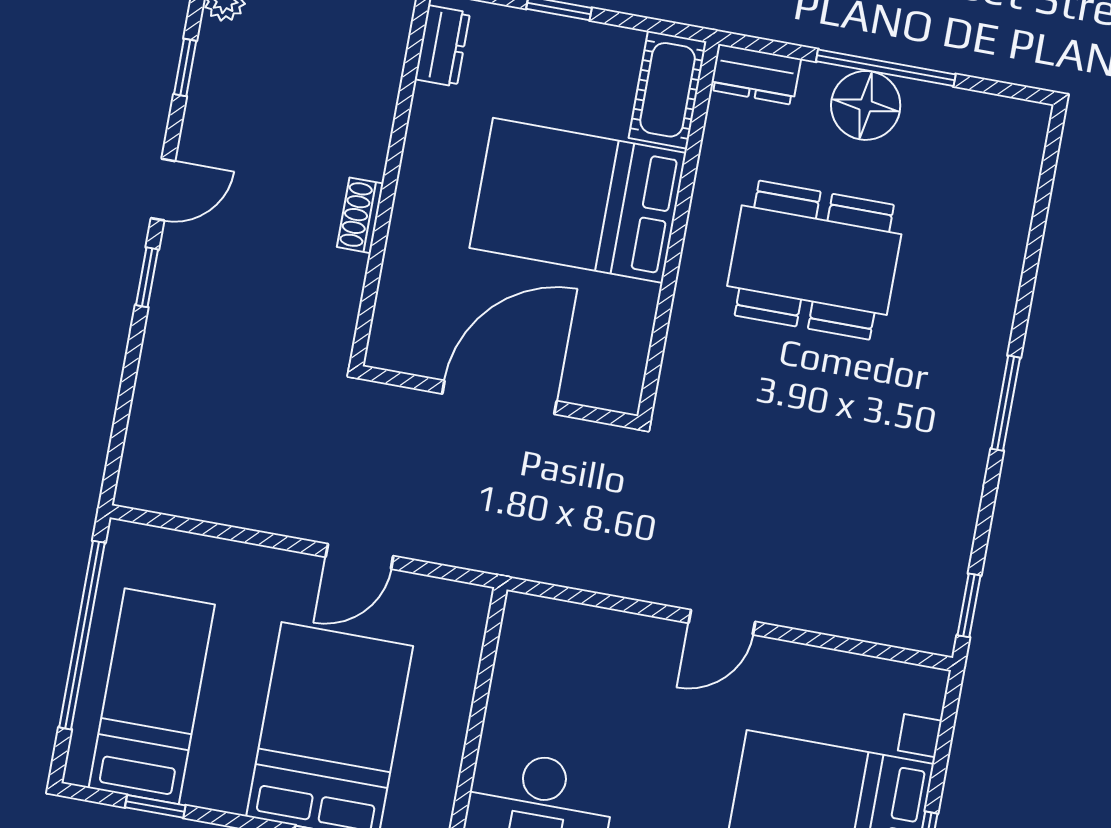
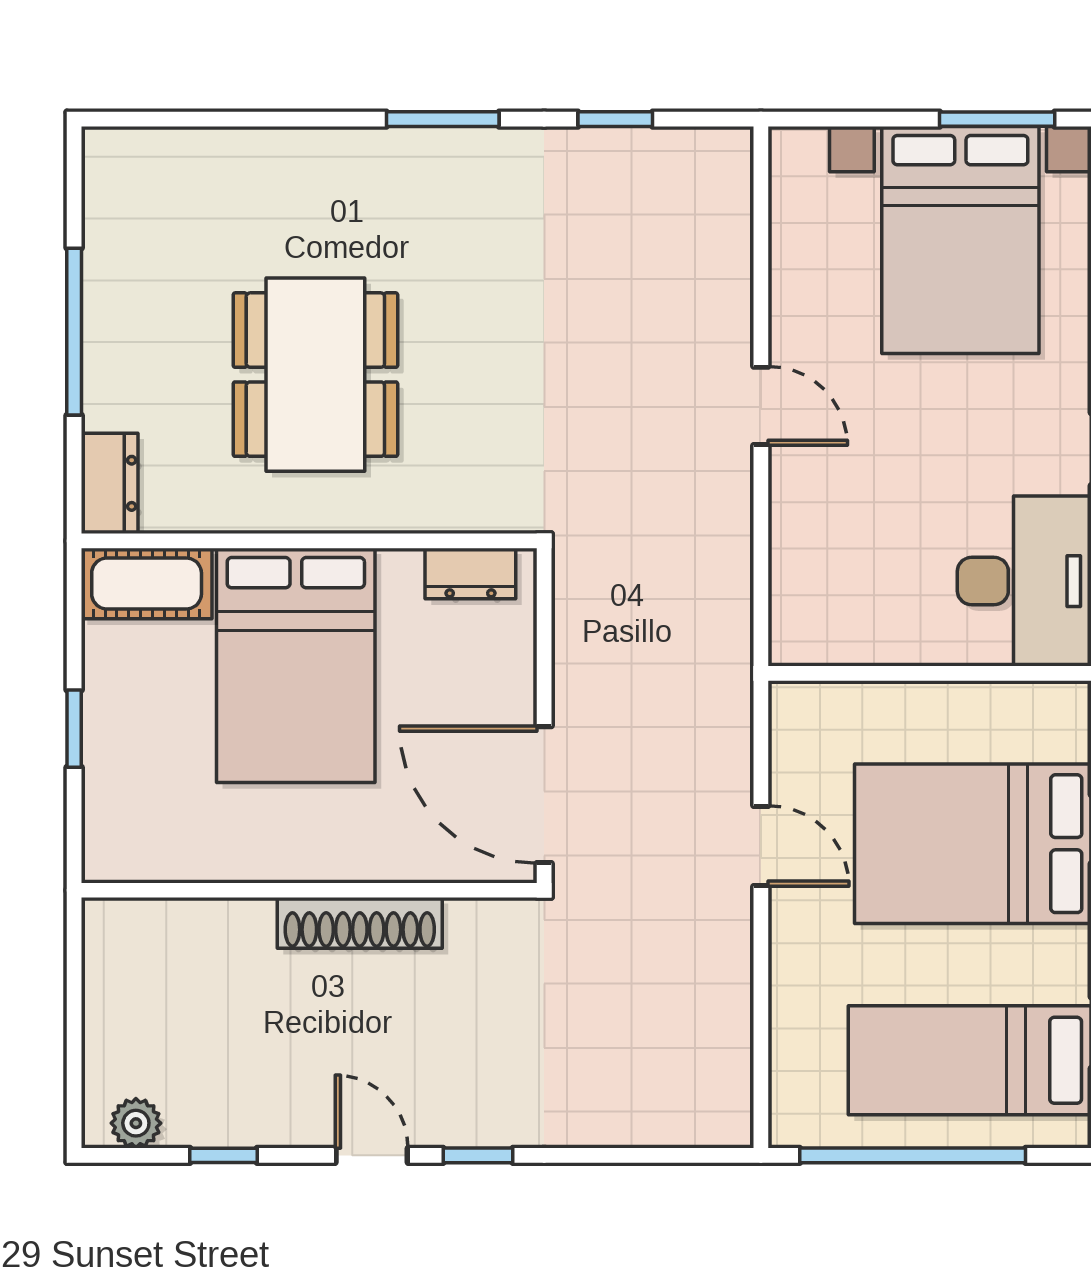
dresser: (442, 46) -> (470, 573), moved, turned 180
floor lamp: (866, 105) -> (123, 347), removed
shoe rack: (360, 215) -> (360, 923), width x1.94, depth x1.24
door: (499, 397) -> (544, 795), moved
window: (969, 605) -> (615, 119), moved

